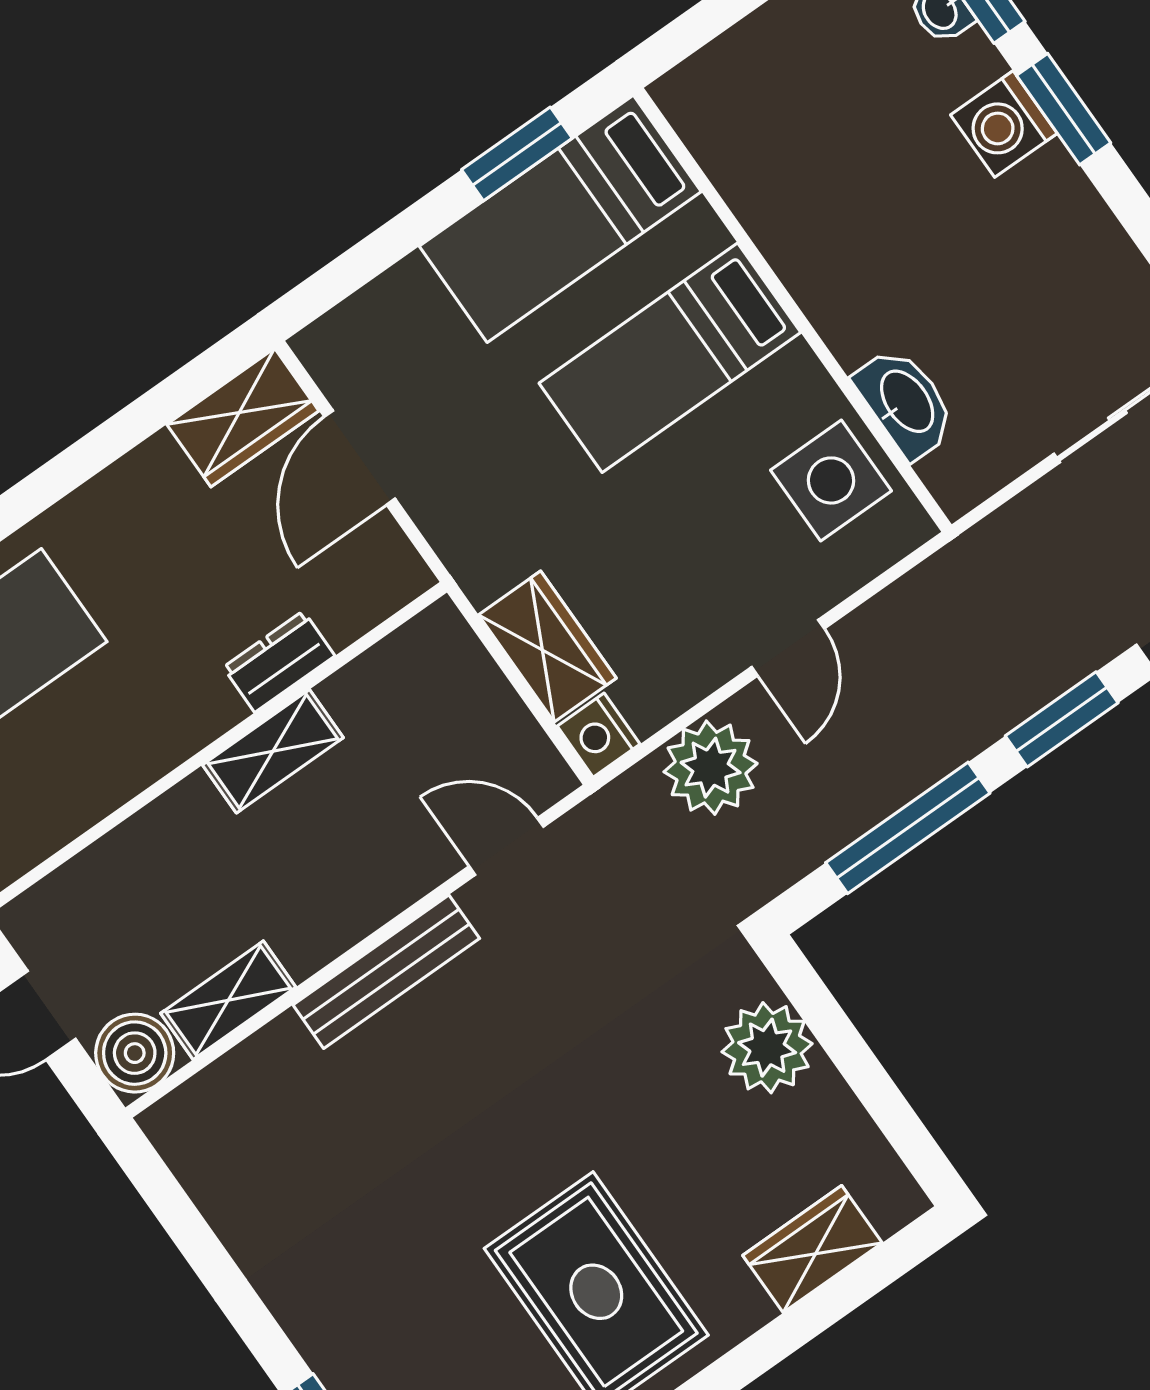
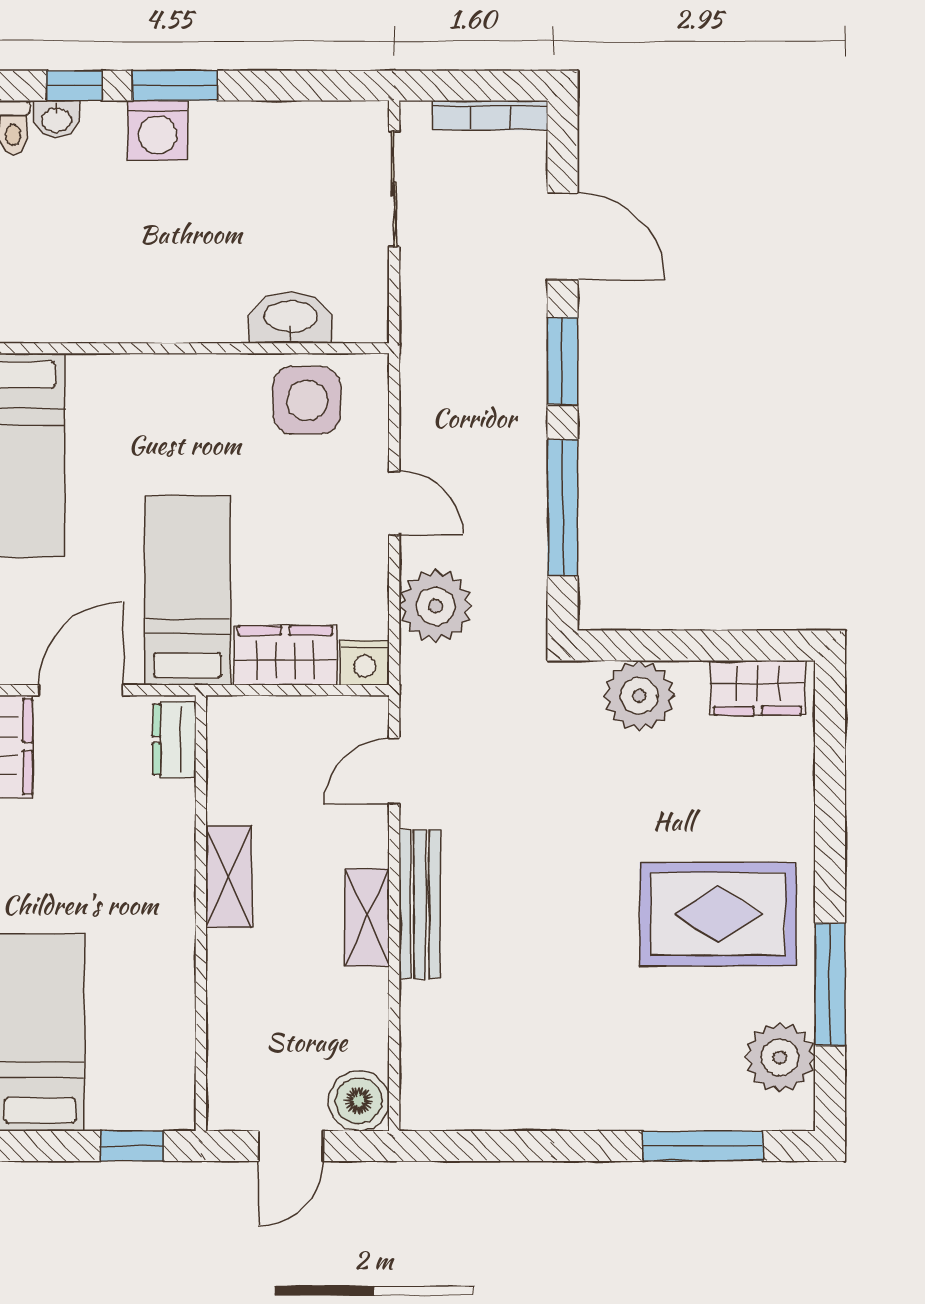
bed: (670, 358) -> (188, 590), moved, turned 180
door: (360, 458) -> (81, 690), swing flipped
dresser: (279, 662) -> (174, 740), moved
shelving: (228, 1000) -> (367, 917), moved
wardrobe: (812, 1249) -> (758, 688), moved, turned -90

